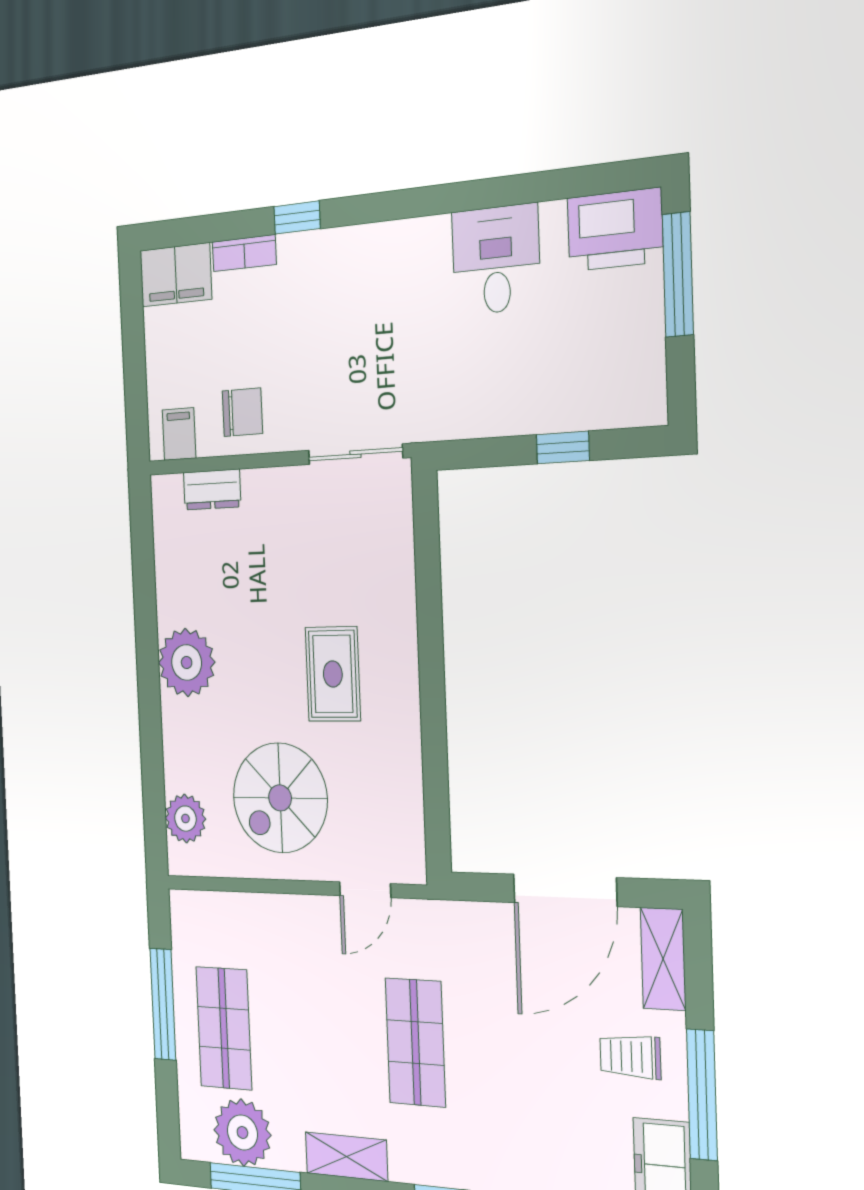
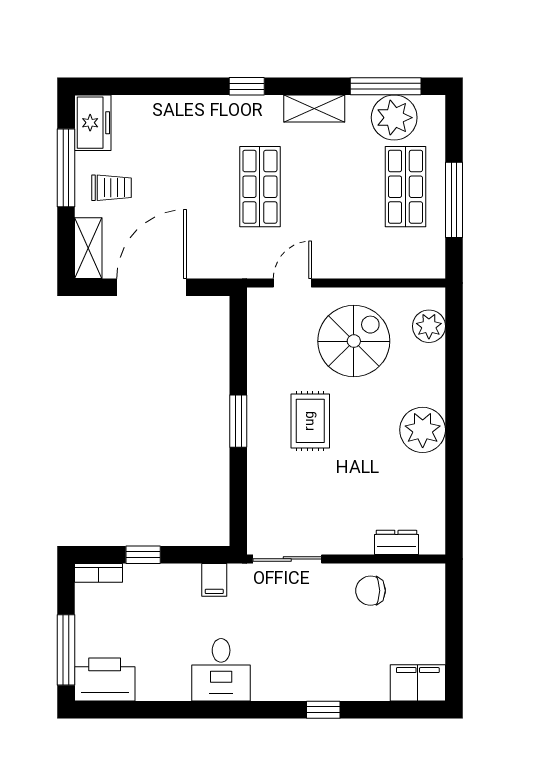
bookcase: (244, 253) -> (98, 573), moved, turned 180
desk: (496, 260) -> (221, 670), moved
filing cabinet: (179, 434) -> (214, 580), moved
window: (432, 672) -> (238, 421), added

